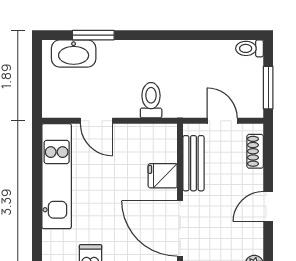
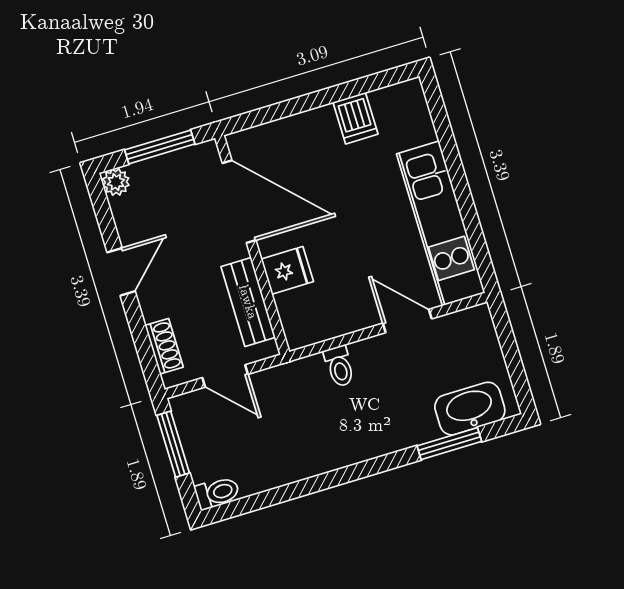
toilet: (151, 100) -> (339, 366), width x0.73, depth x0.72

